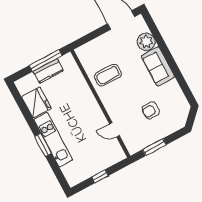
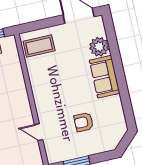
coffee table: (108, 75) -> (39, 46), moved

